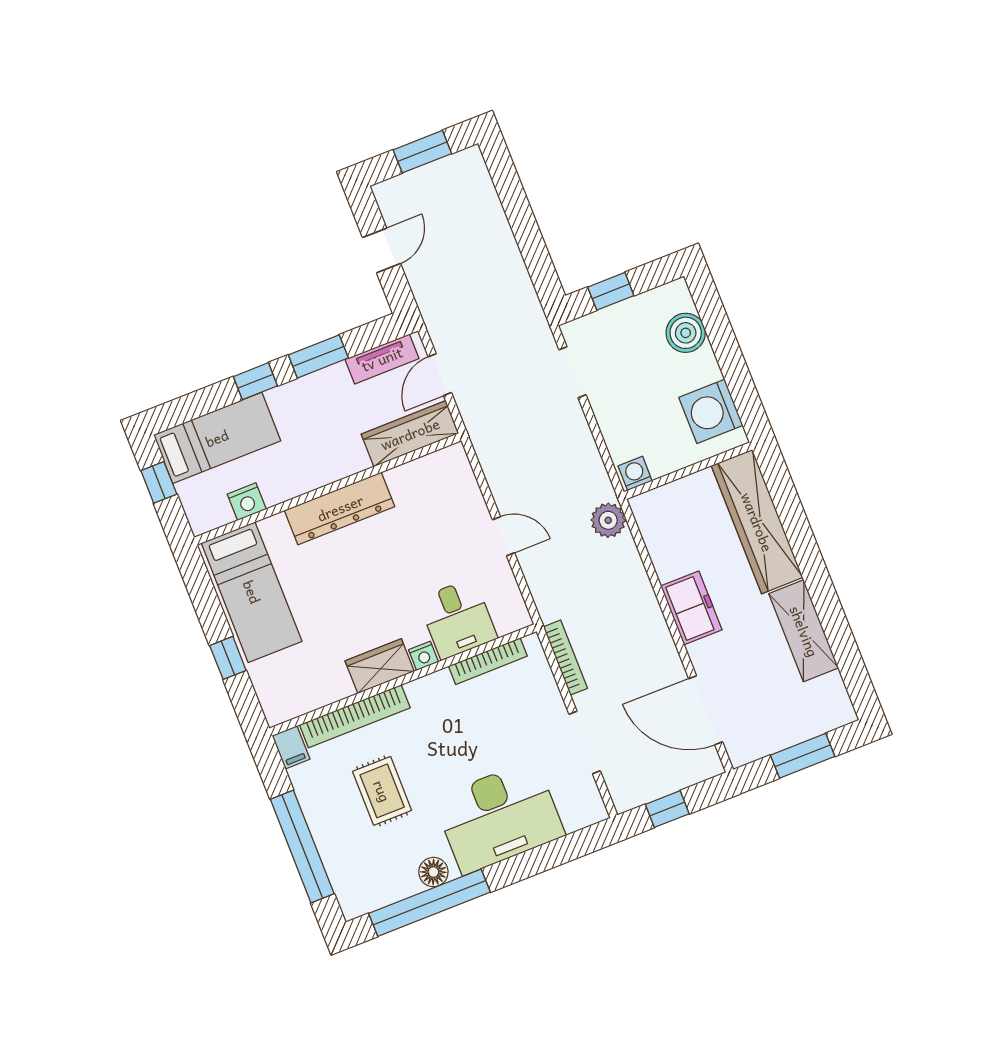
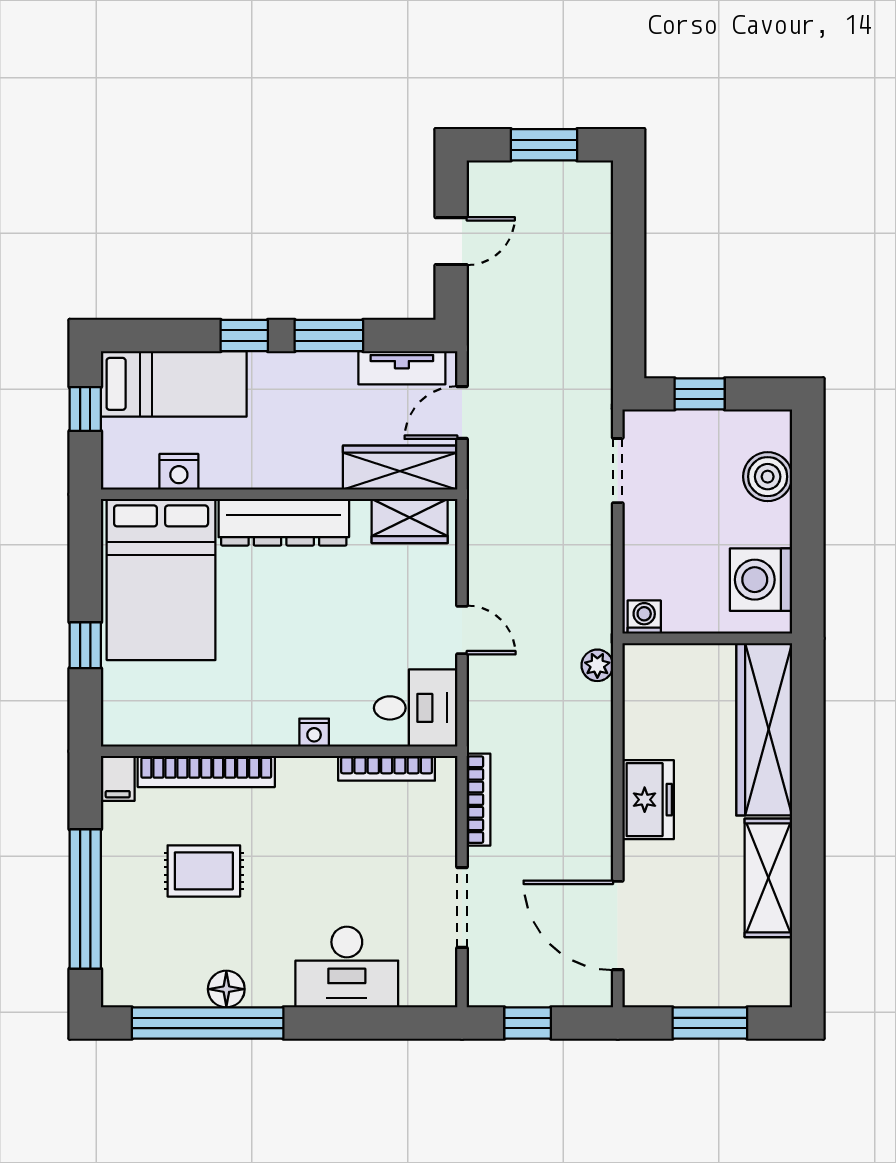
plant: (608, 520) -> (597, 665), width x0.73, depth x0.73
bed: (252, 592) -> (161, 580), width x1.50
desk: (458, 619) -> (416, 708), moved, turned -90
wardrobe: (380, 666) -> (410, 521), moved, turned 180
rug: (382, 791) -> (204, 871), turned 90
desk: (499, 817) -> (347, 967), width x0.73, depth x0.77

